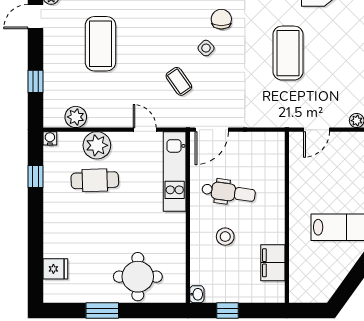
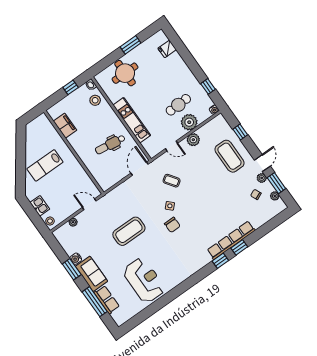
coffee table: (100, 44) -> (229, 156), moved
coffee table: (288, 53) -> (129, 231), turned 90
plant: (76, 117) -> (193, 140), moved
door: (316, 130) -> (89, 204), hinge flipped
kitchen unit: (175, 171) -> (132, 120), moved
stool: (225, 237) -> (95, 100), moved

